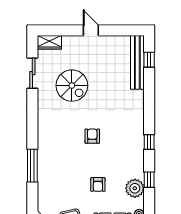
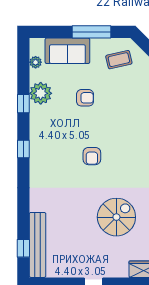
spiral stairs: (72, 86) -> (116, 217), turned 90
armchair: (98, 184) -> (85, 98), turned 90

